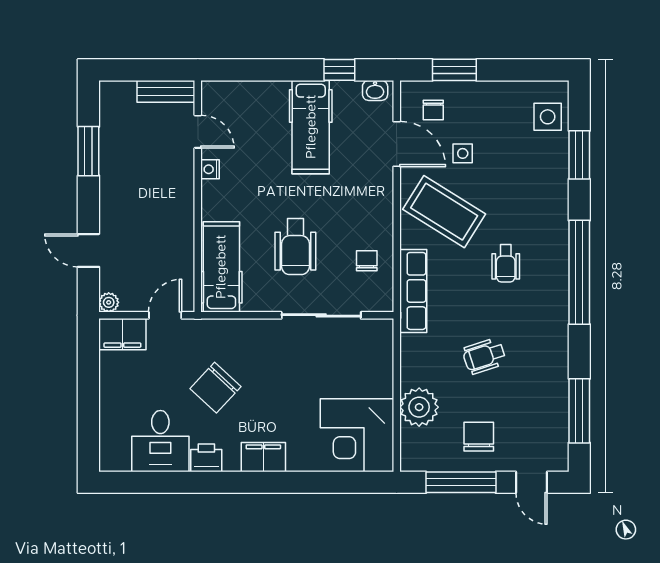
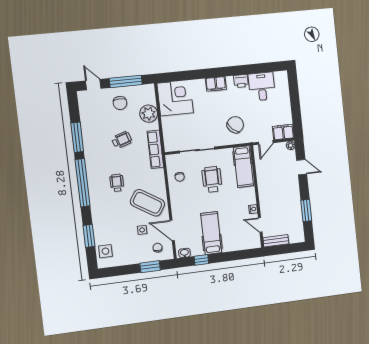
row of seats: (413, 291) -> (155, 149), moved
chair: (215, 388) -> (235, 125), moved
window: (579, 411) -> (77, 137), moved

